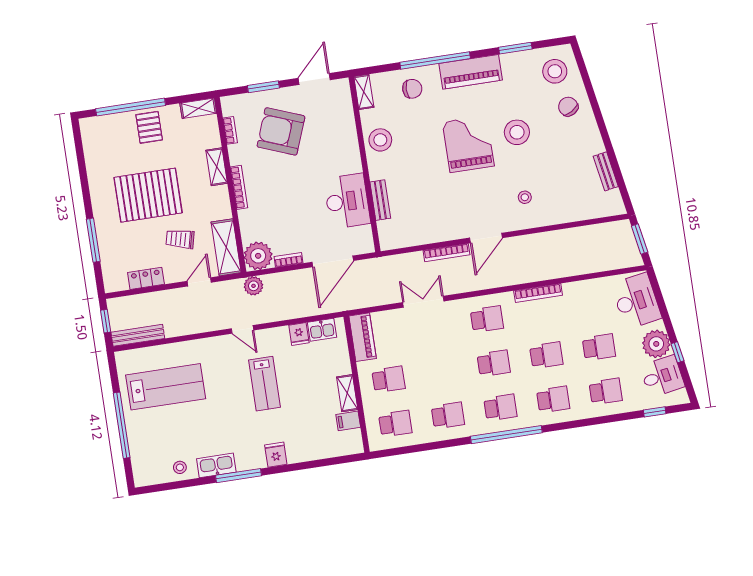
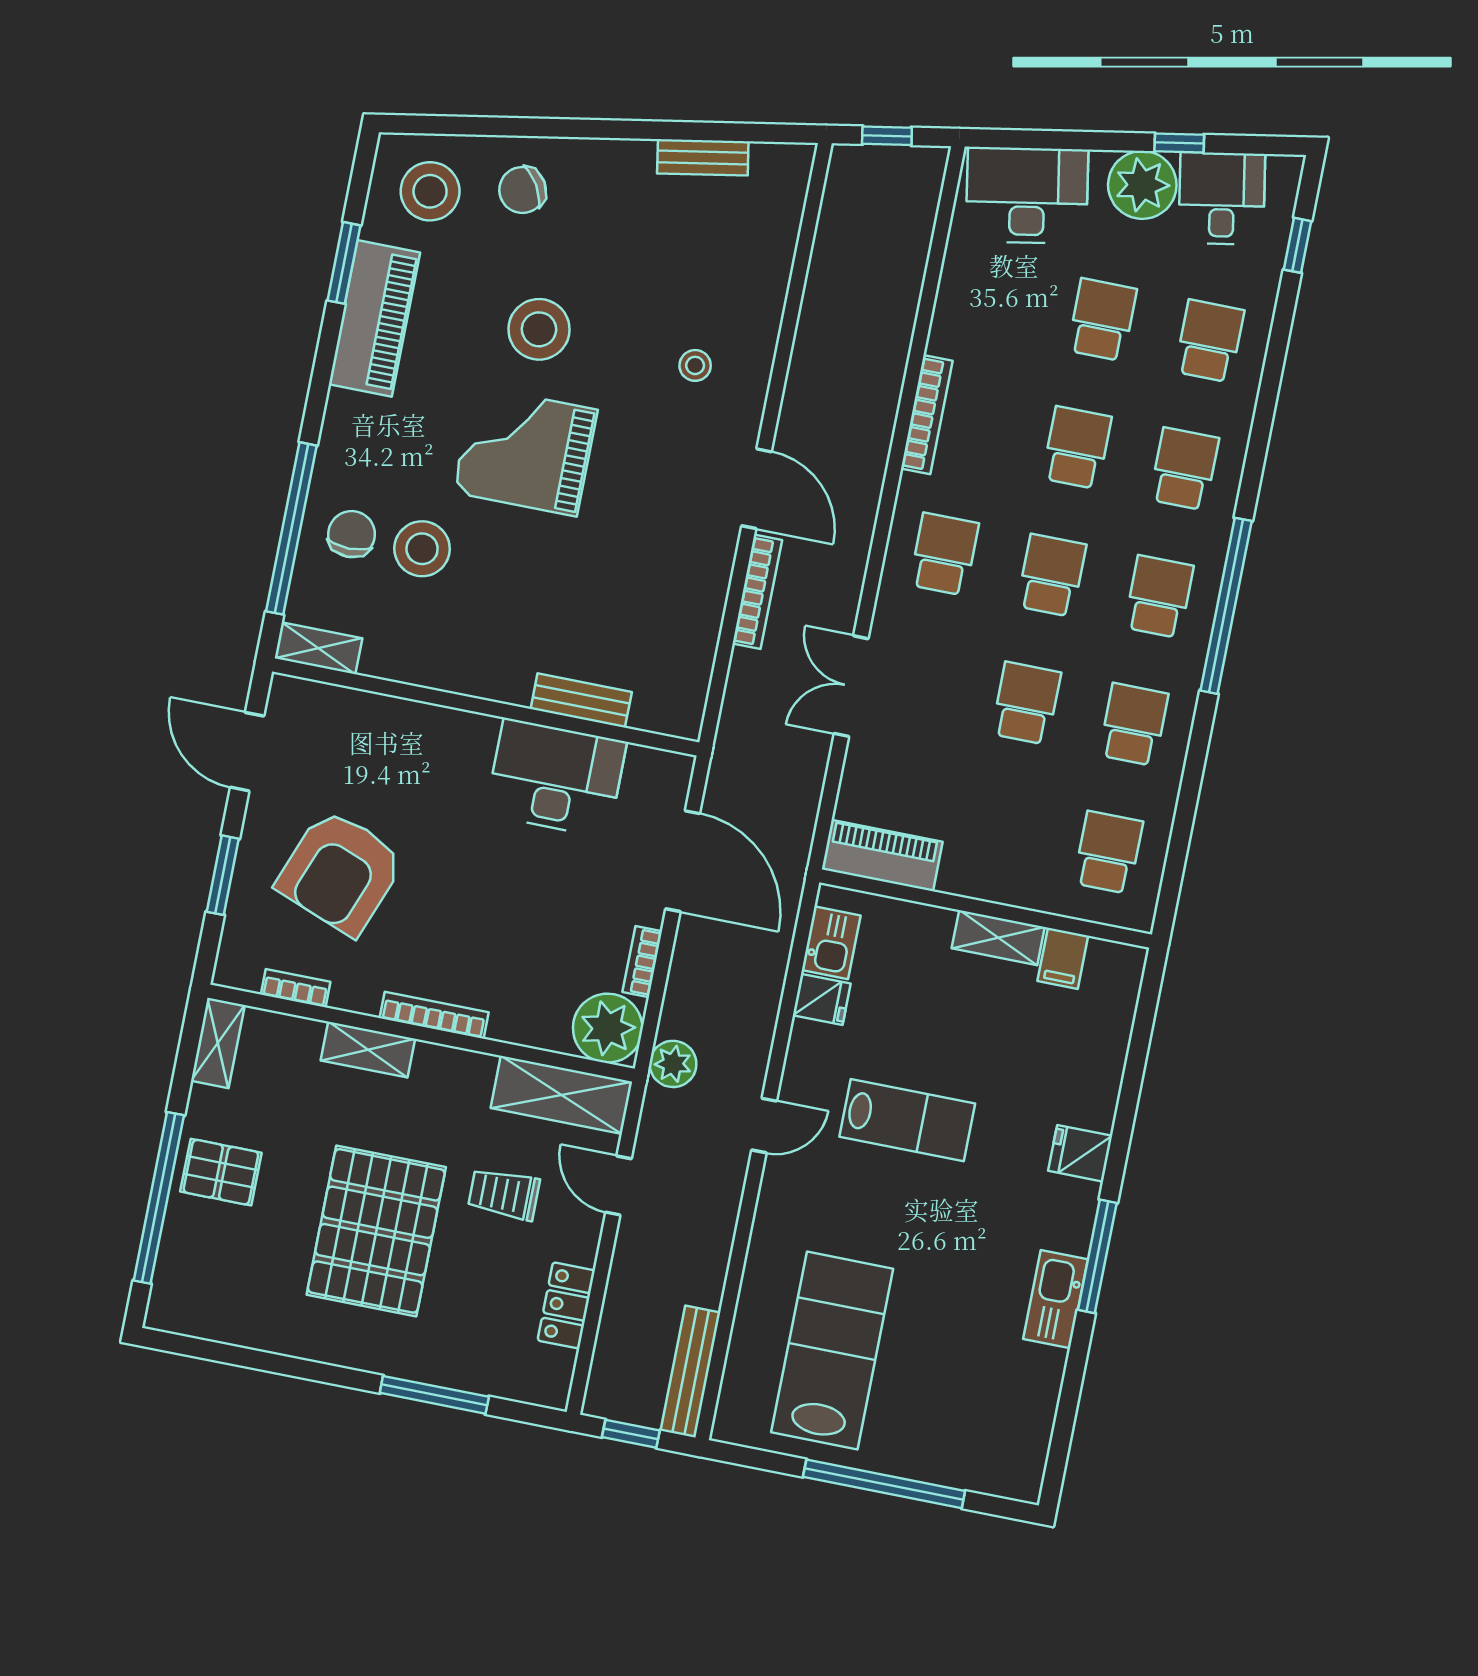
window: (435, 60) -> (291, 528), moved
piano: (471, 72) -> (375, 318), moved
stool: (380, 140) -> (422, 549), moved
trolley: (180, 239) -> (504, 1194), turned 76
window: (640, 239) -> (887, 136), width x0.67
school desk: (388, 379) -> (1026, 703), moved
stool: (180, 467) -> (1030, 1385), removed

